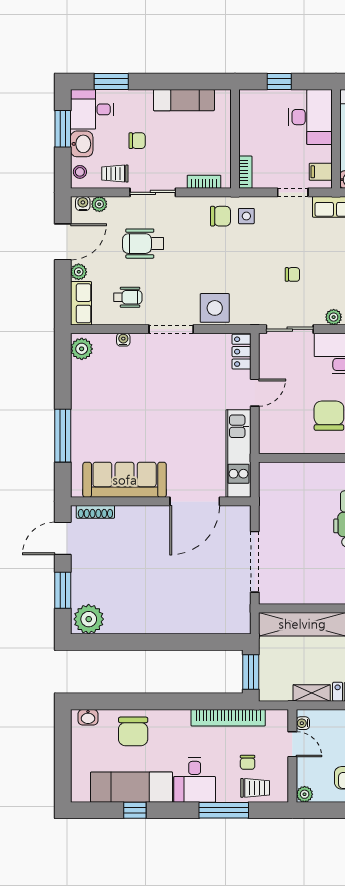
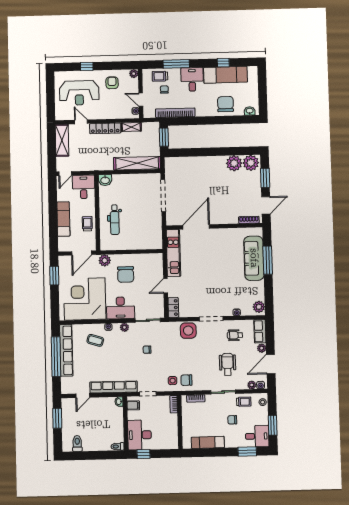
window: (279, 82) -> (143, 454), moved
washbasin: (82, 144) -> (262, 417), removed
wheelchair: (143, 244) -> (228, 364), turned -90
sofa: (125, 480) -> (254, 258), moved, turned 90
plant: (120, 619) -> (234, 163), added

